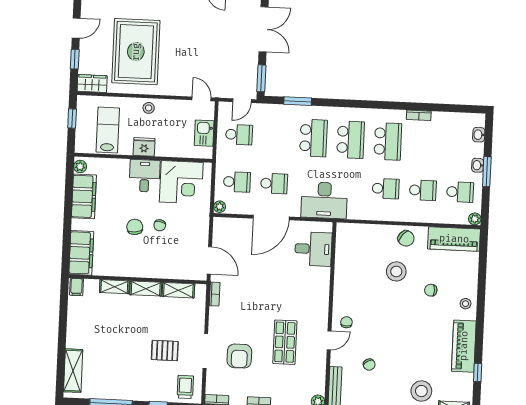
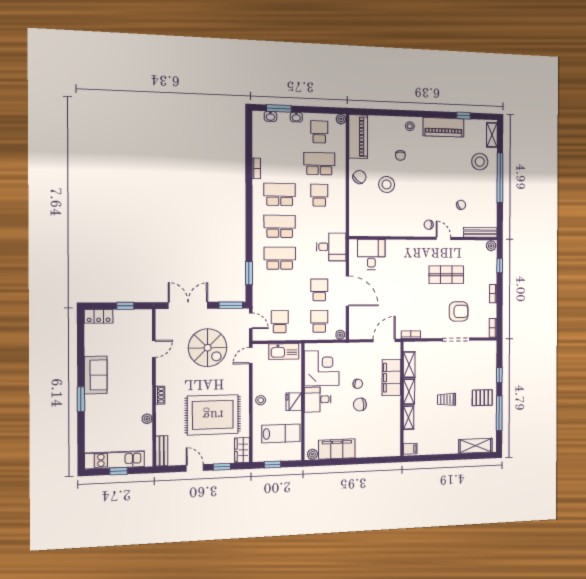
spiral stairs: (214, 49) -> (208, 348), added
lab bench: (108, 130) -> (281, 433), turned 180
kitchen sink: (204, 133) -> (284, 351), width x1.38
window: (487, 172) -> (279, 108), moved
school desk: (423, 190) -> (319, 164), width x1.85
desk: (324, 200) -> (331, 247), width x0.73
filing cabinet: (81, 253) -> (391, 377), moved, turned -90
pallet: (165, 350) -> (482, 398), moved, turned 90
trolley: (185, 387) -> (447, 399), moved

